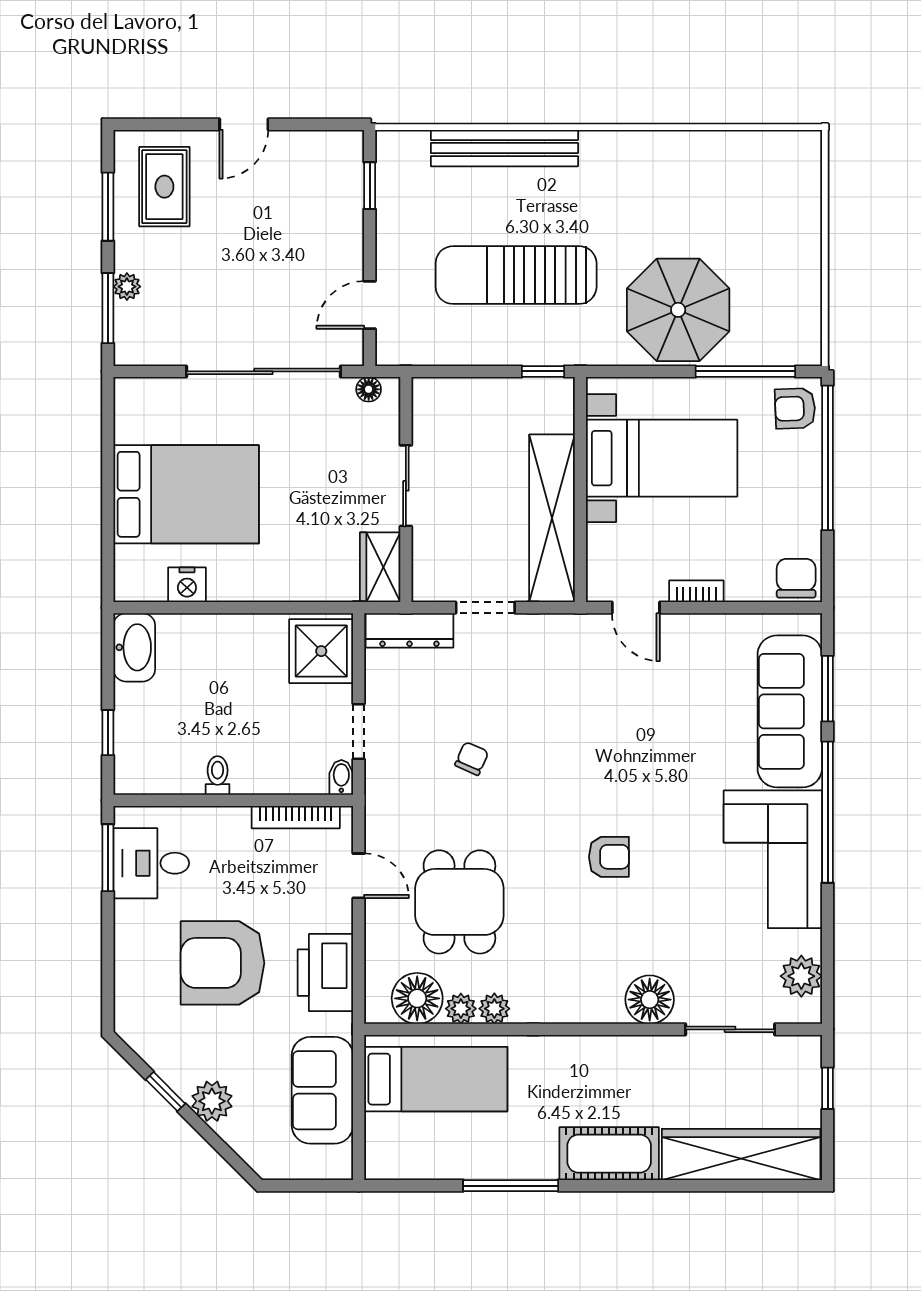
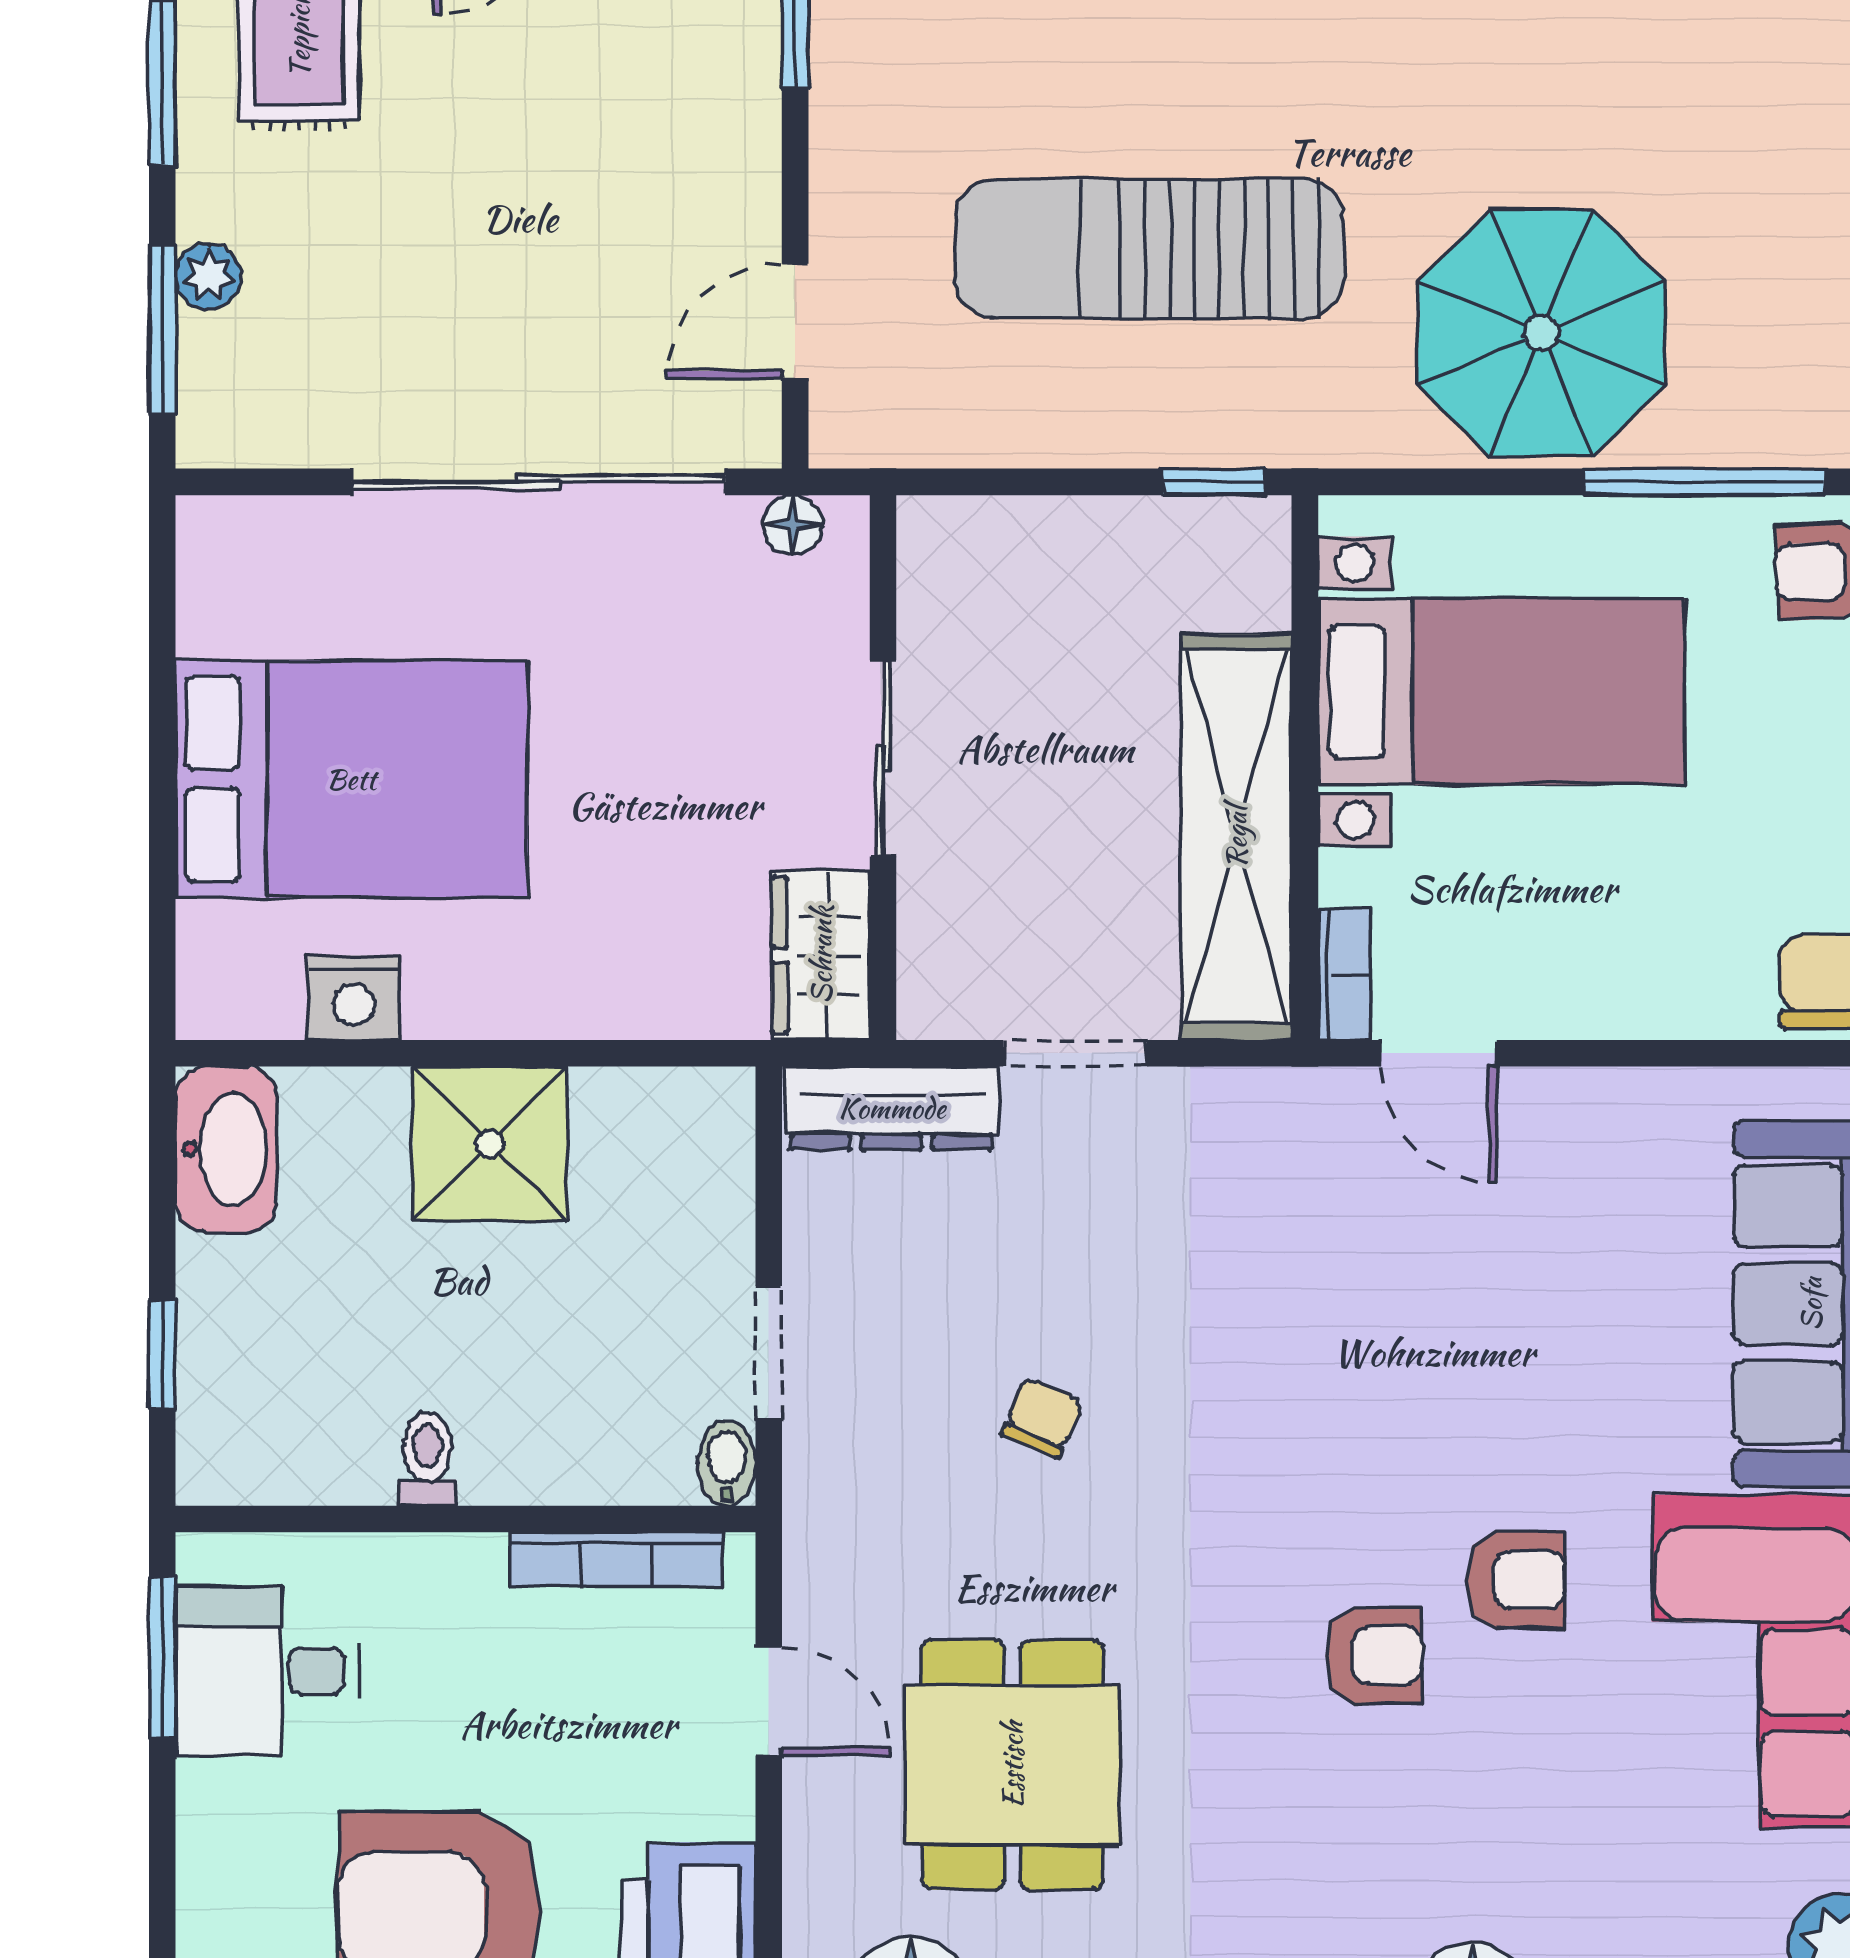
bookcase: (696, 591) -> (1344, 974), moved, turned 90
shower: (321, 651) -> (490, 1144), moved
armchair: (667, 825) -> (1515, 1580), added

